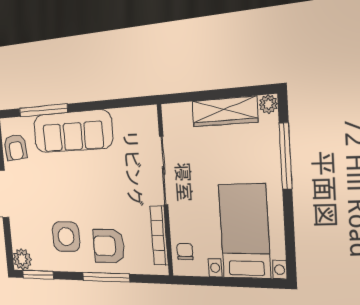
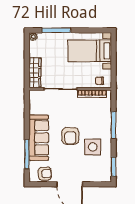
wardrobe: (225, 112) -> (35, 73), moved
armchair: (109, 246) -> (70, 136), moved
plant: (22, 259) -> (105, 176), removed

